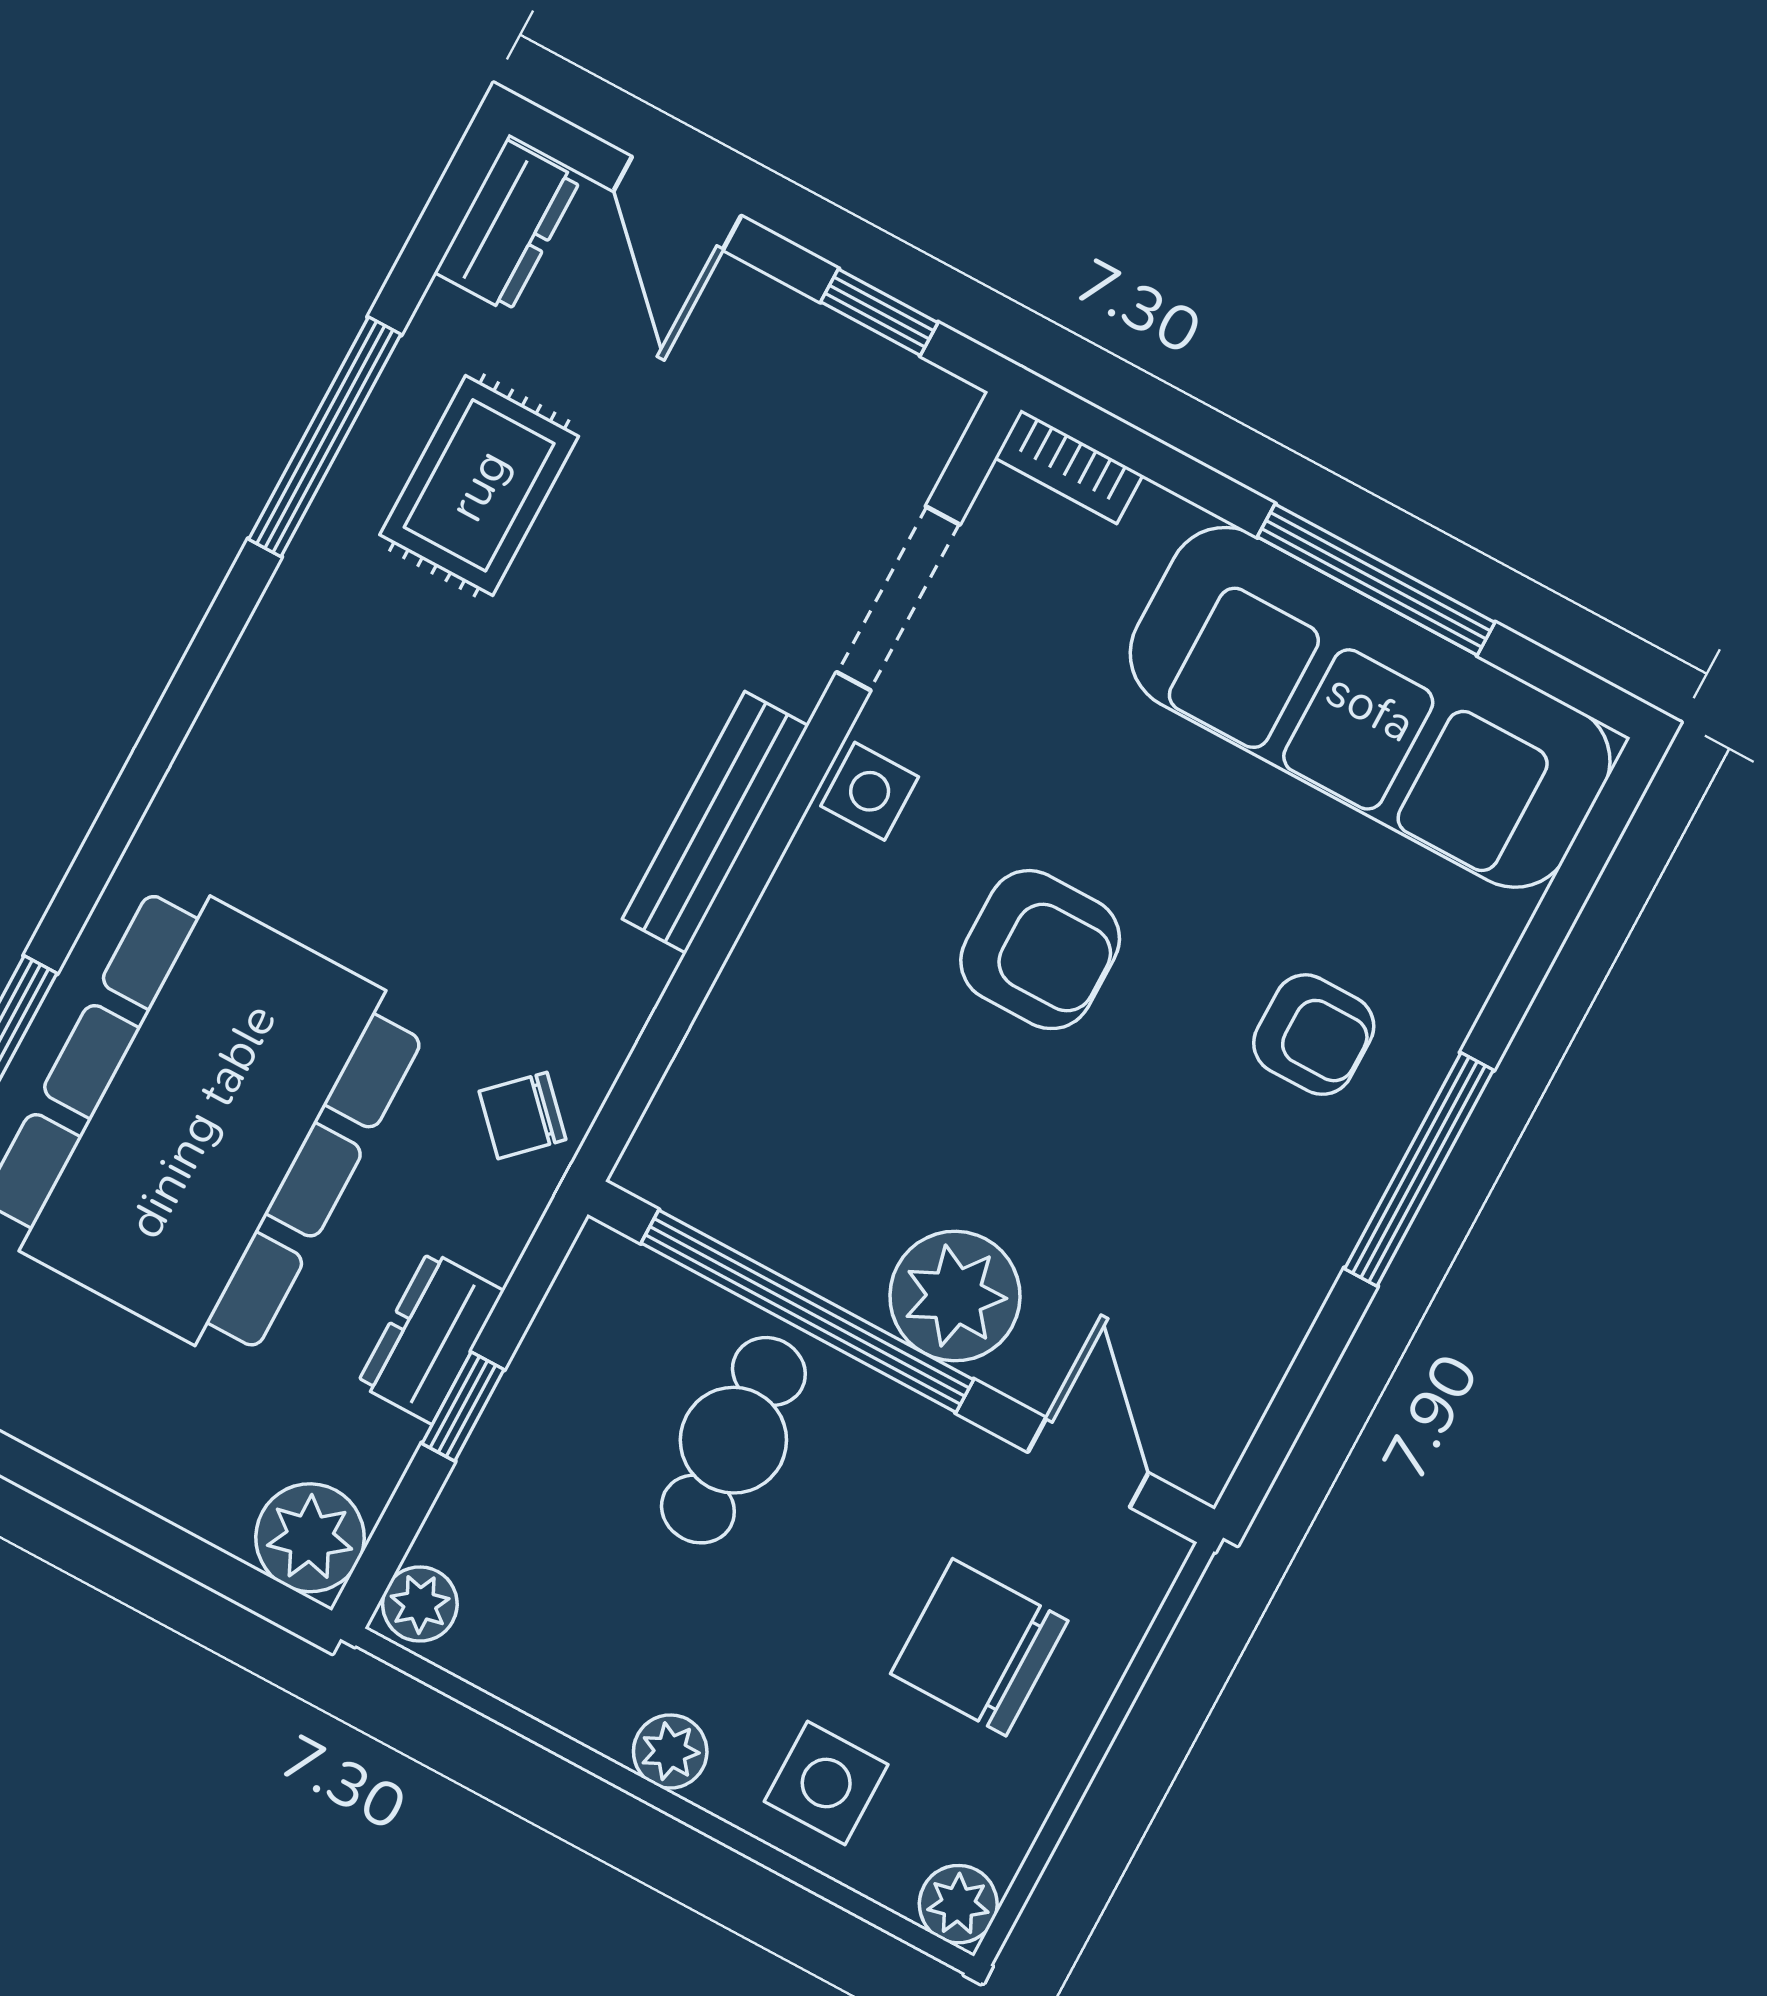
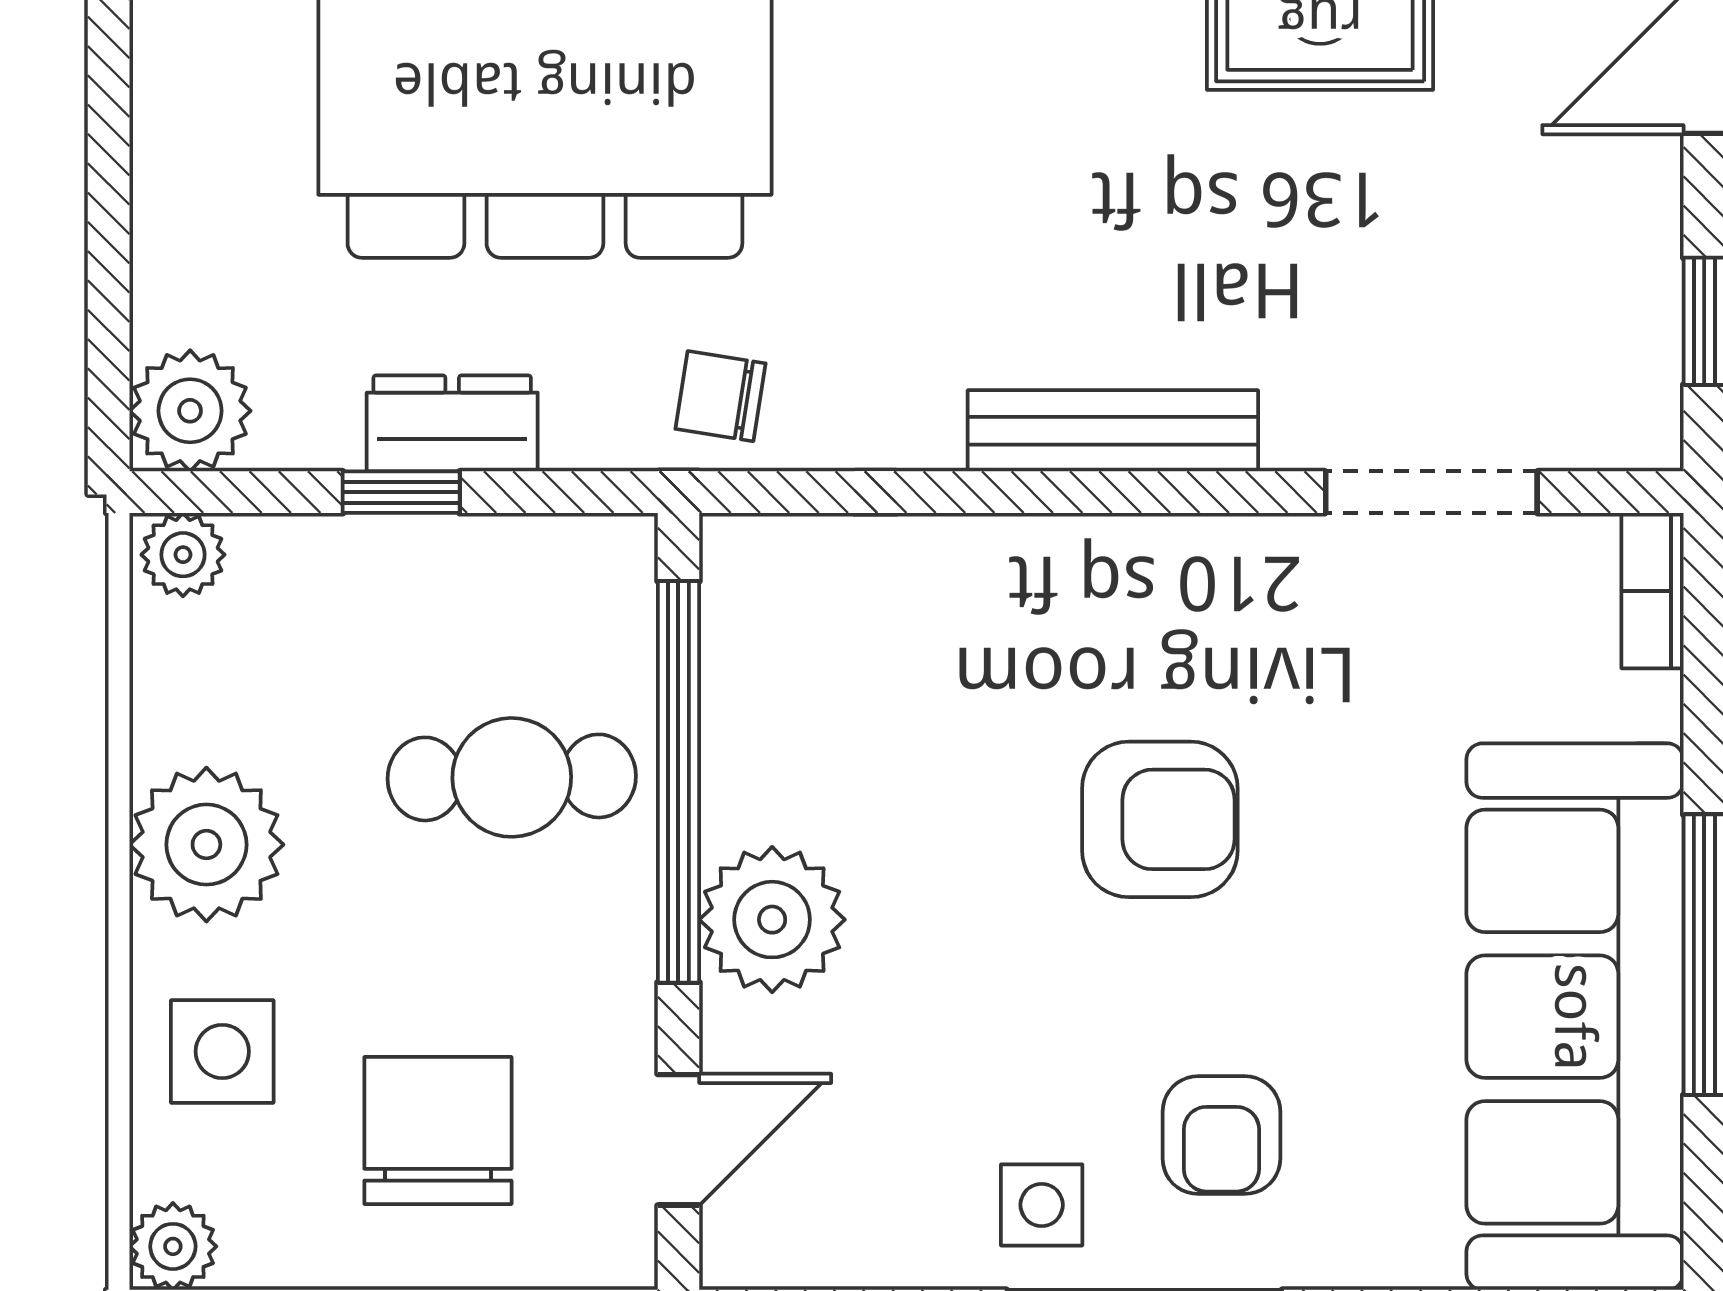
side table: (870, 791) -> (1042, 1205), moved
armchair: (1040, 950) -> (1160, 819), turned -90
chair: (523, 1115) -> (721, 396), turned -37
plant: (670, 1751) -> (206, 845), width x1.87, depth x1.87

